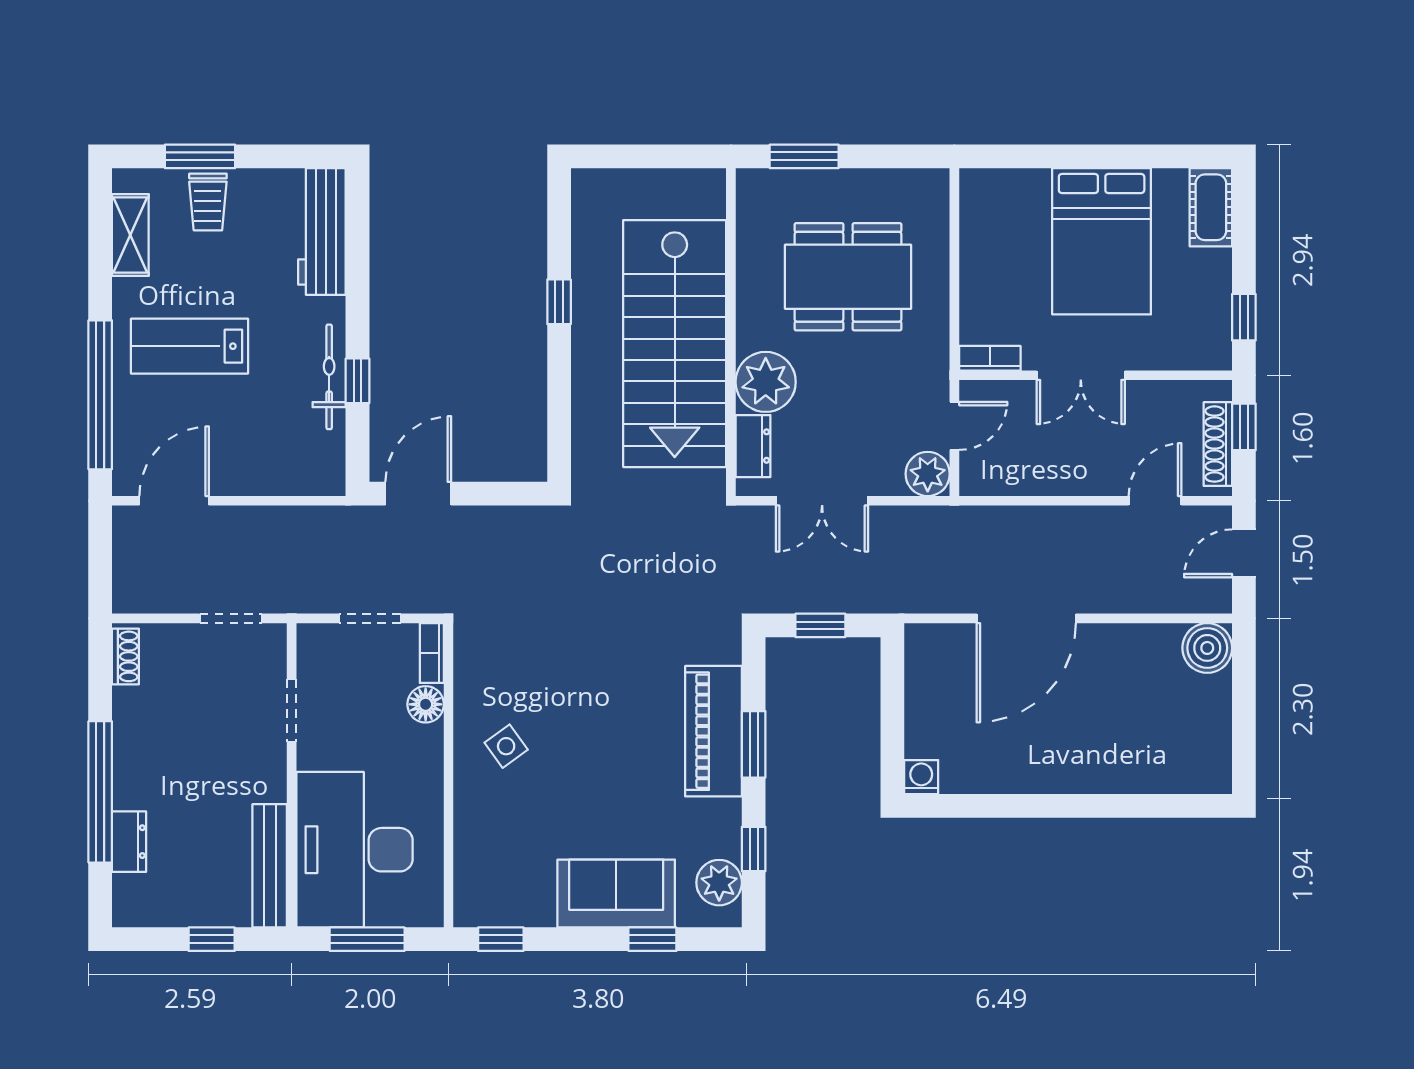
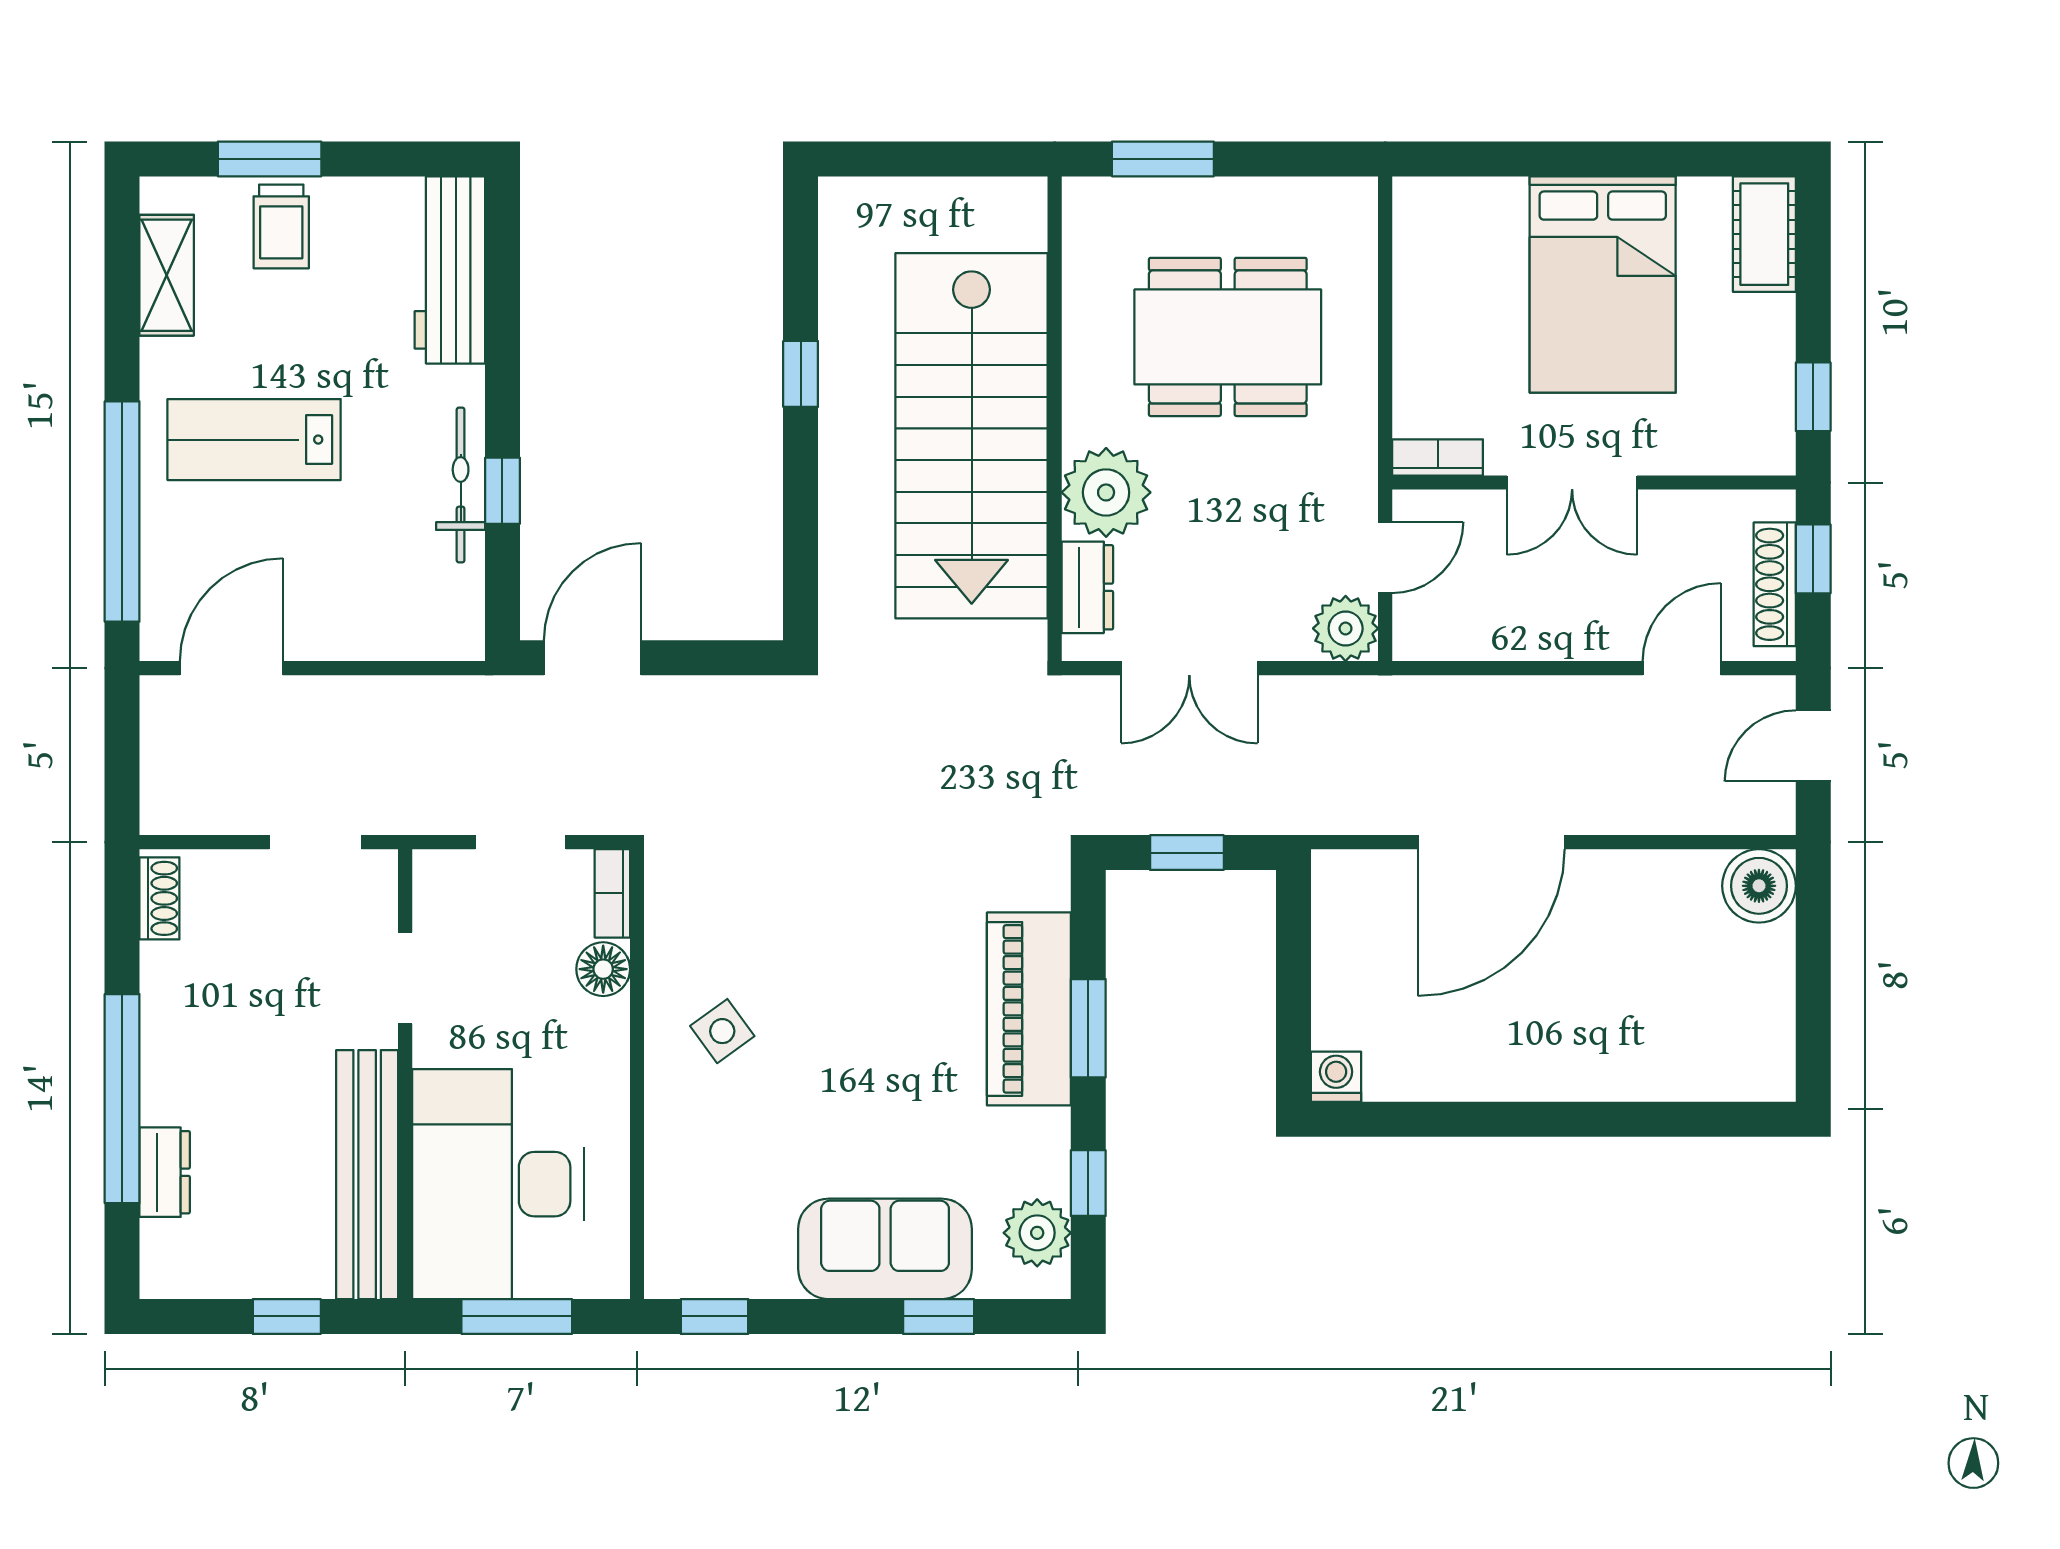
bench: (270, 866) -> (367, 1175), width x1.37, depth x1.21

